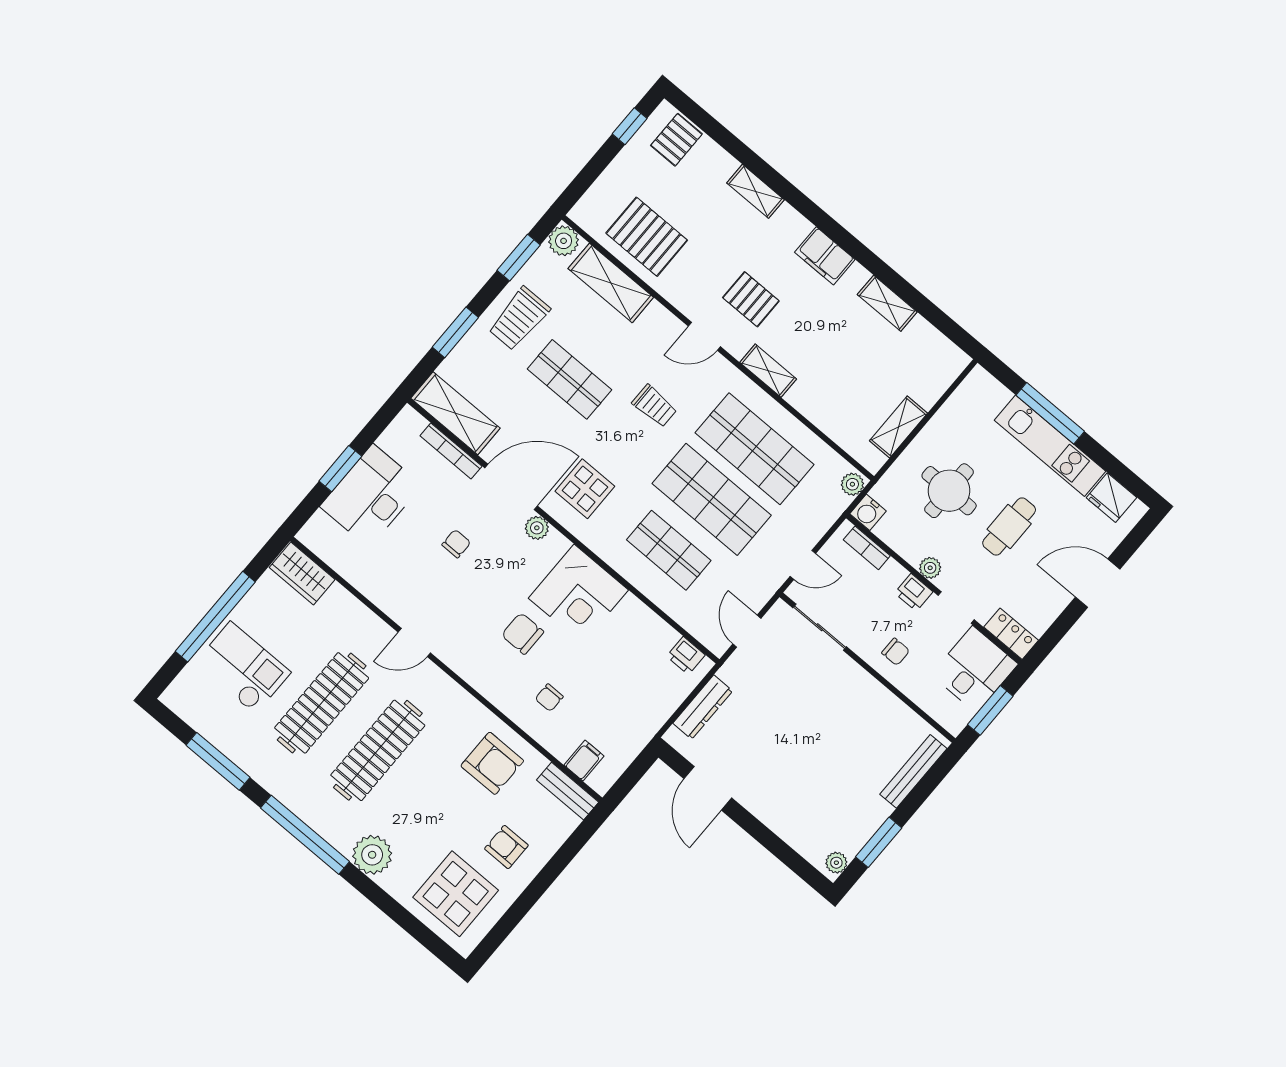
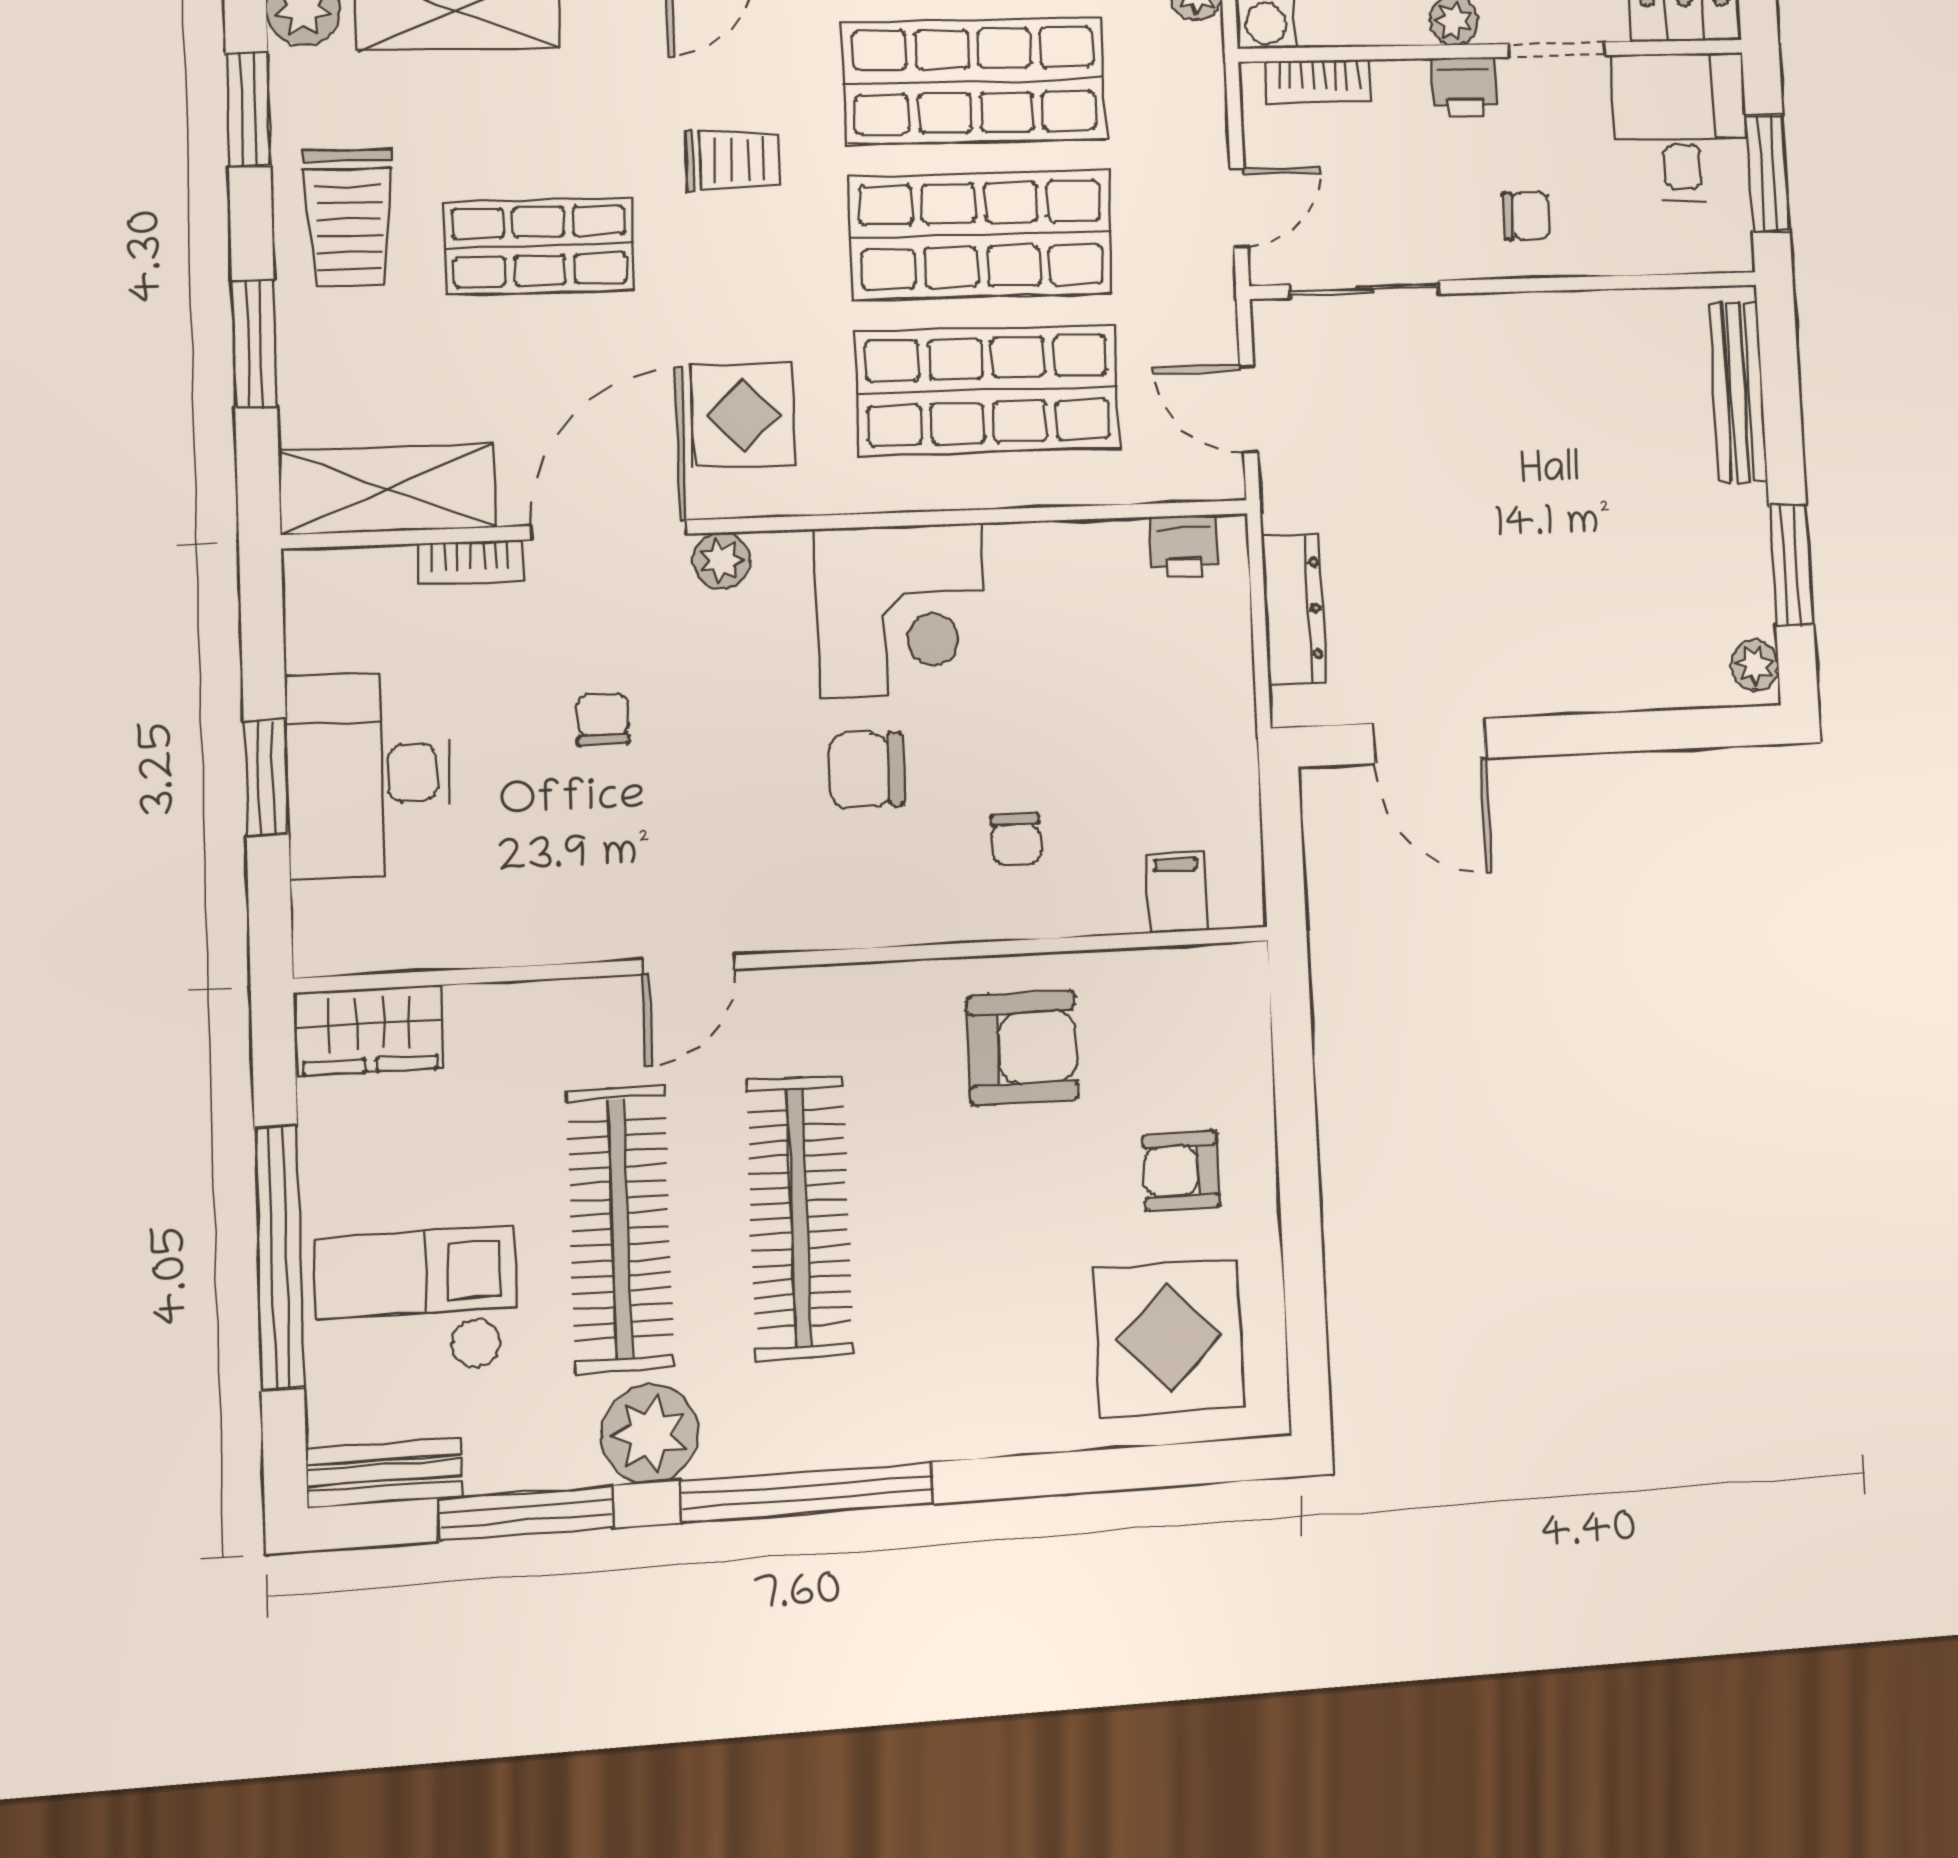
bookcase: (451, 451) -> (471, 562), width x0.64
shop shelf: (669, 550) -> (988, 390), width x1.43, depth x1.36
bench: (568, 791) -> (384, 1473), moved
plant: (372, 855) -> (650, 1434), moved

